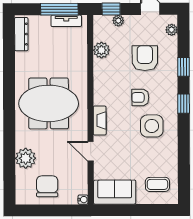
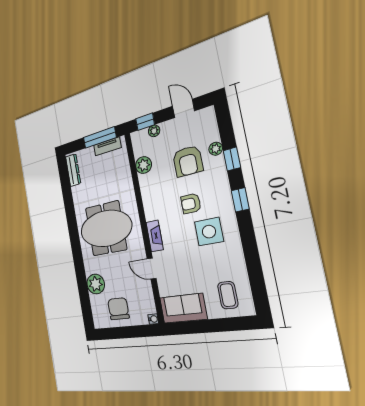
plant: (172, 30) -> (216, 149), moved
armchair: (145, 58) -> (188, 161), turned 180
coffee table: (157, 184) -> (228, 295), turned 90

